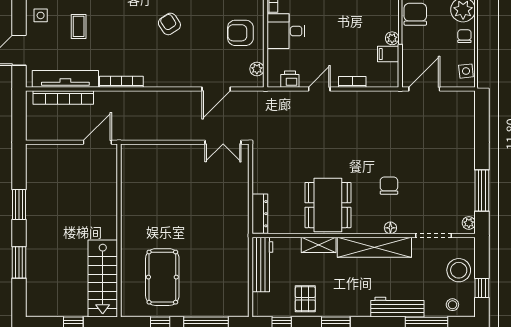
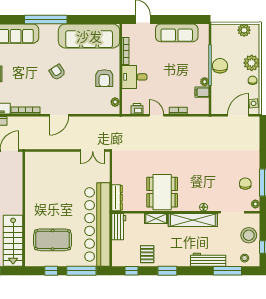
armchair: (240, 33) -> (104, 78), turned -90
door: (216, 89) -> (59, 115), moved
door: (319, 89) -> (156, 115), hinge flipped
door: (424, 89) -> (238, 115), moved
chair: (389, 186) -> (245, 184), moved
bar counter: (230, 254) -> (97, 224), added
workbench: (262, 265) -> (119, 227), width x0.73
pool table: (162, 277) -> (53, 240), turned 90

